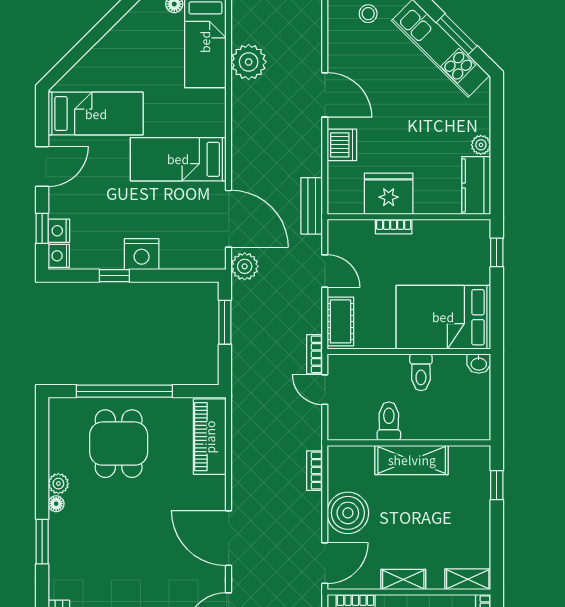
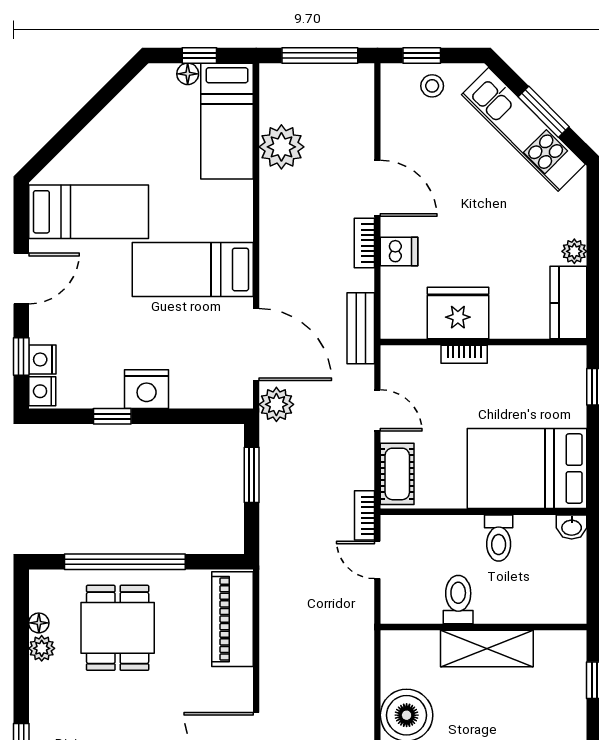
dishwasher: (342, 145) -> (399, 251), width x0.73
bookcase: (314, 471) -> (364, 243), moved
plant: (58, 484) -> (42, 648), moved
floor lamp: (56, 504) -> (39, 623), moved

